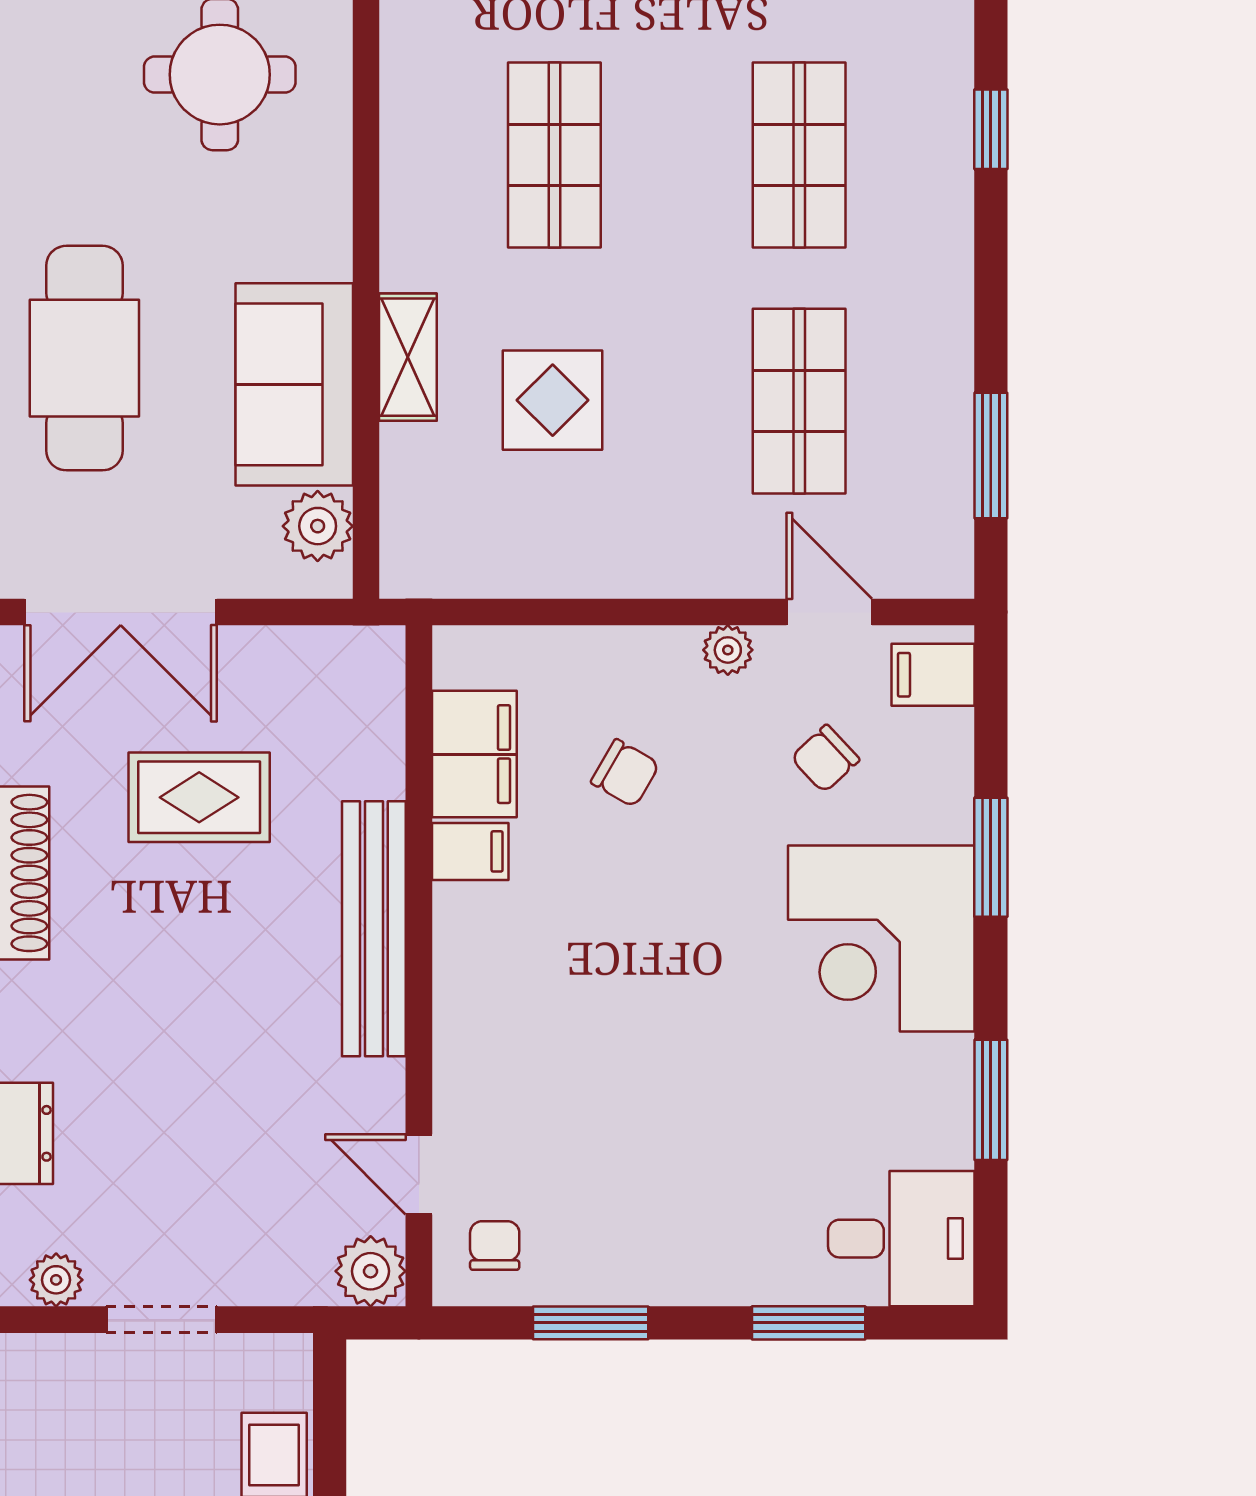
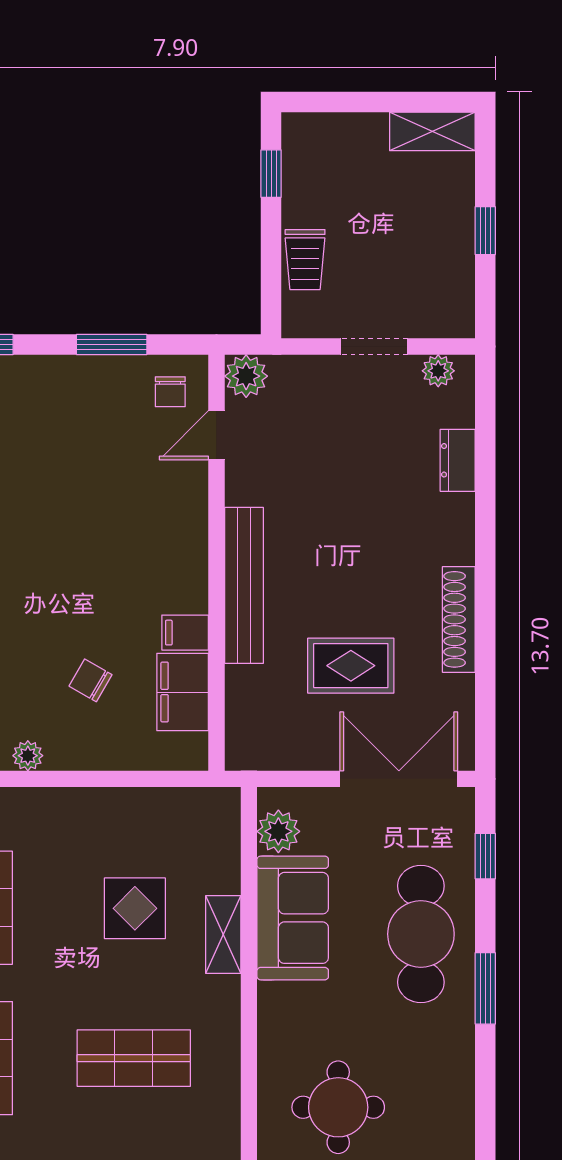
shop shelf: (554, 155) -> (134, 1058), turned 90
door: (419, 1174) -> (217, 435), swing flipped

